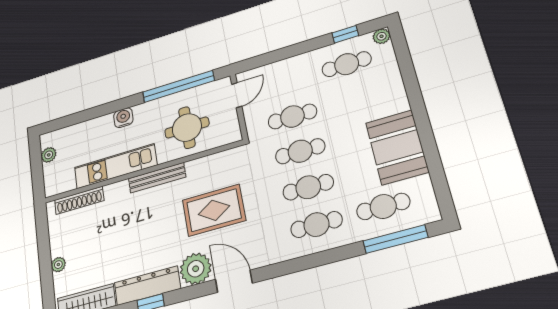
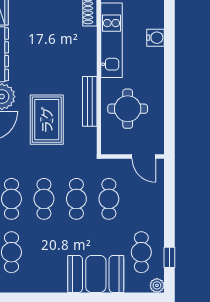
window: (178, 86) -> (169, 107), removed
water cooler: (123, 118) -> (156, 38), moved
booth: (397, 147) -> (96, 274), moved
bench: (157, 178) -> (90, 101), moved

